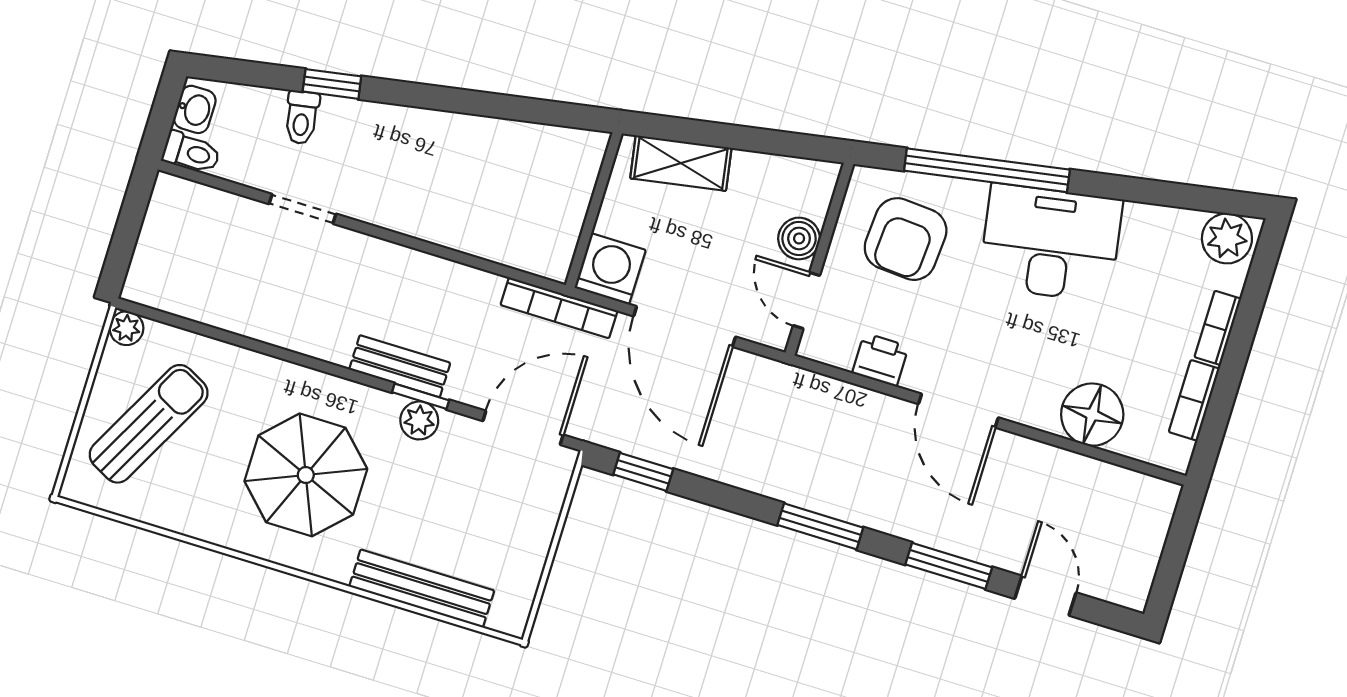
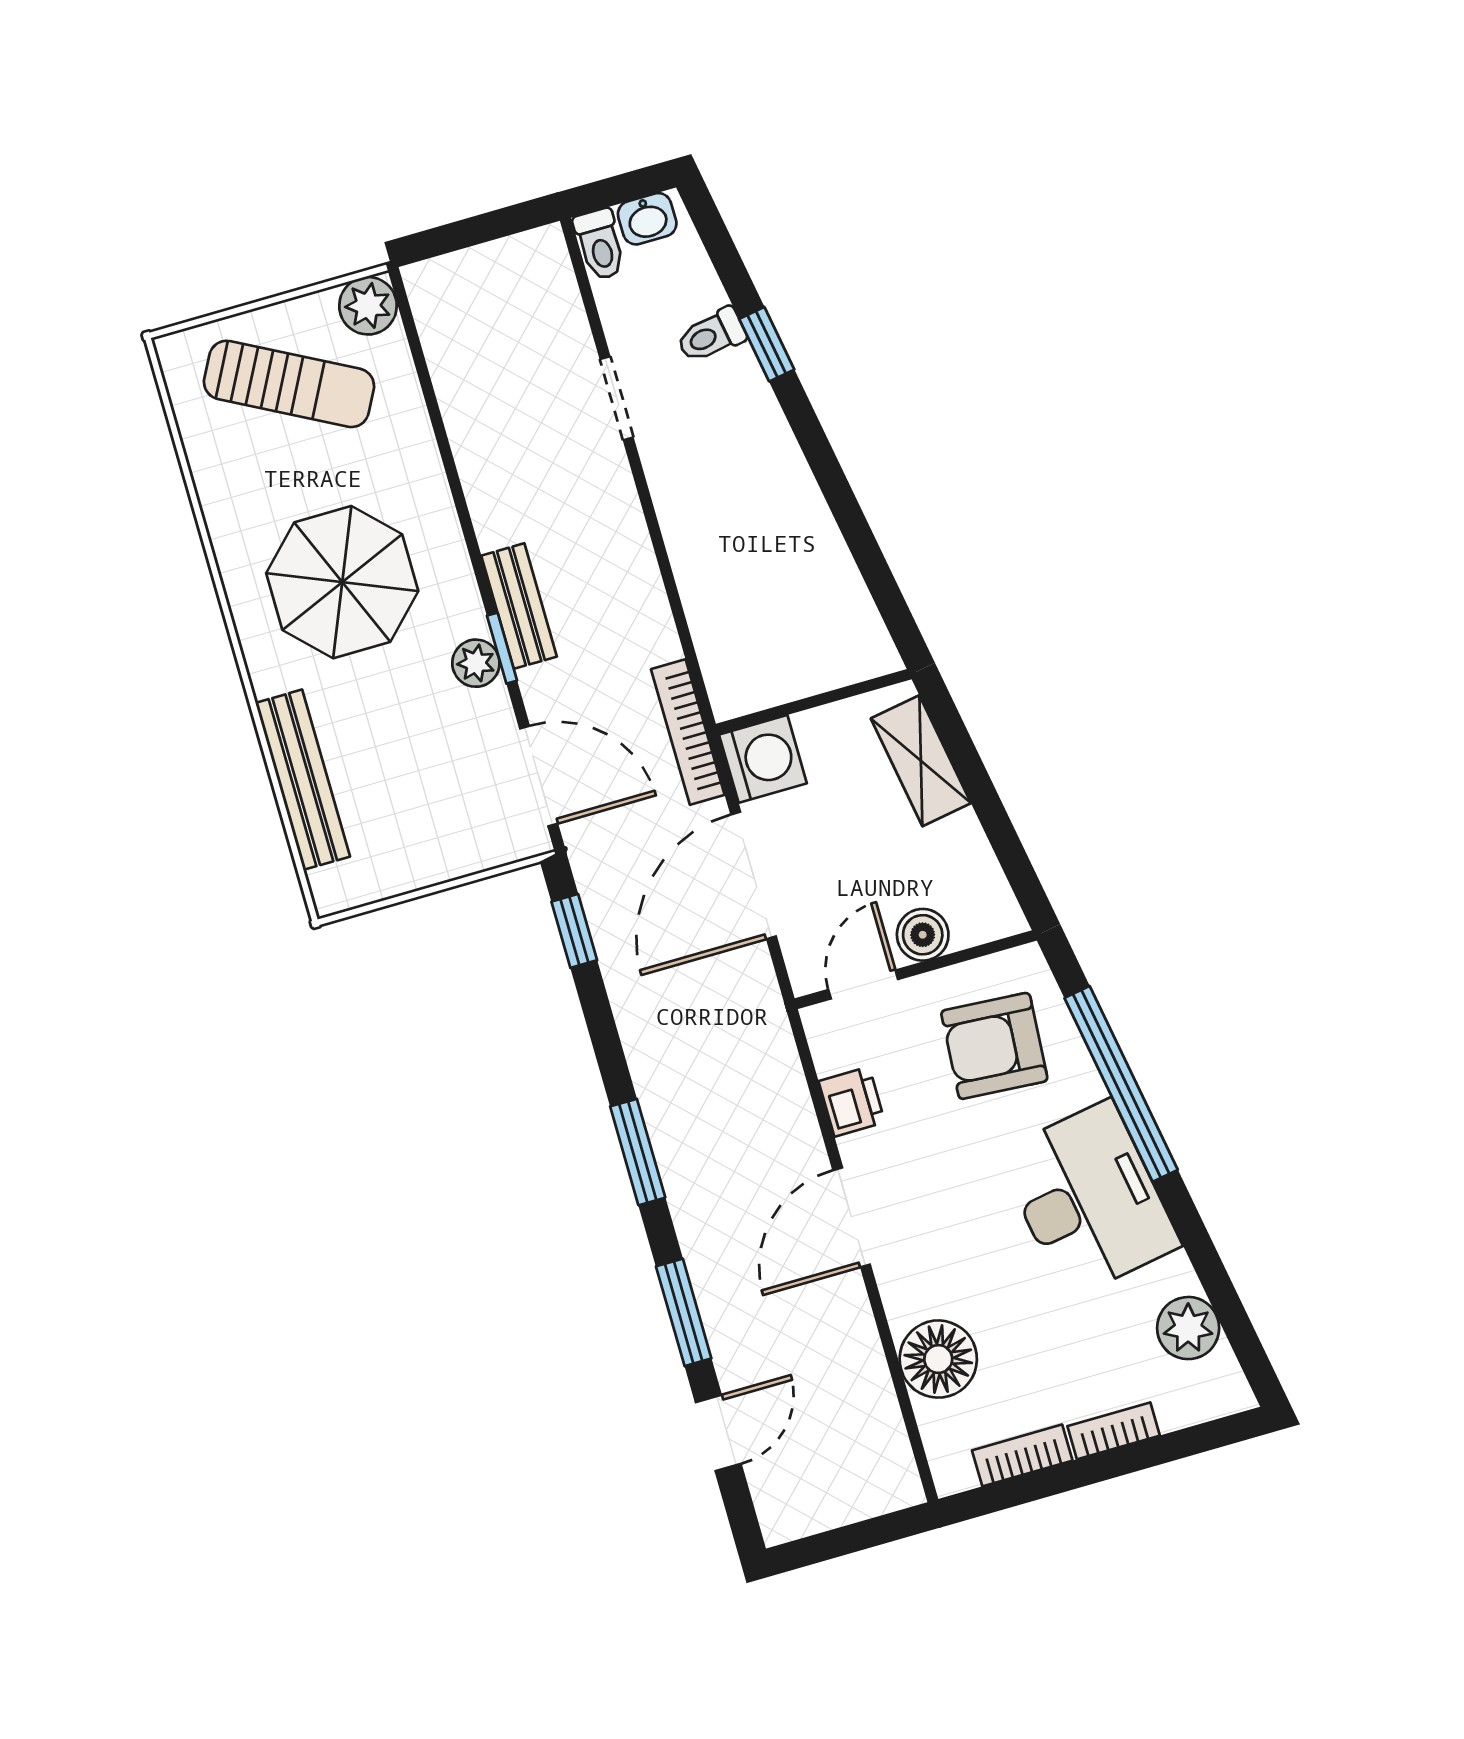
plant: (1227, 238) -> (1188, 1328), moved
plant: (126, 328) -> (368, 306), width x1.38, depth x1.38

